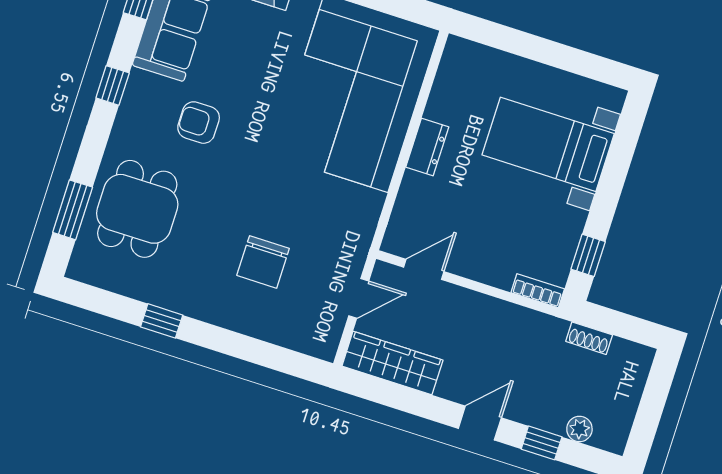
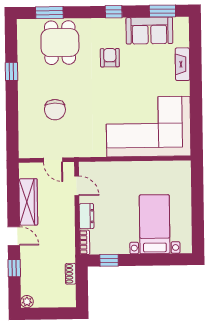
dresser: (427, 147) -> (86, 216), moved, turned -90
dining table: (137, 209) -> (60, 43), turned 90
chair: (263, 262) -> (55, 110), turned -90
wardrobe: (392, 363) -> (28, 202), moved
plant: (579, 429) -> (27, 302), moved

